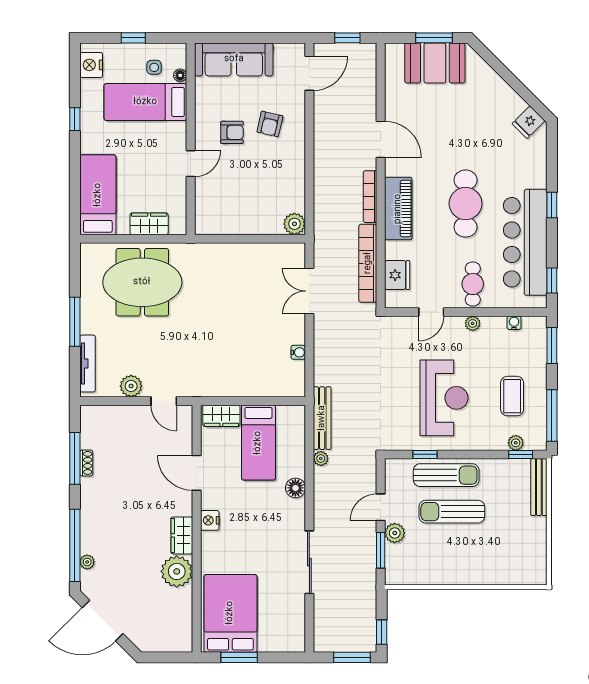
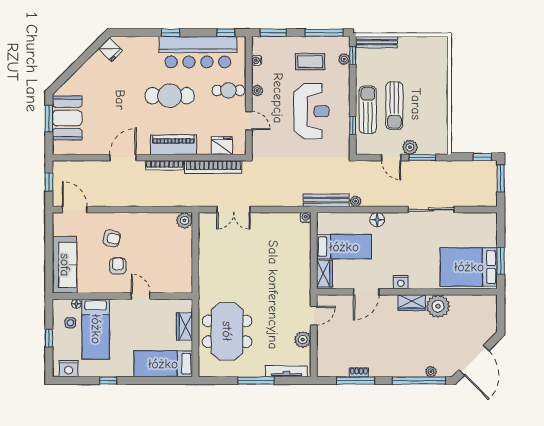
water cooler: (298, 352) -> (306, 218), moved
reception desk: (444, 398) -> (311, 111), turned 90

